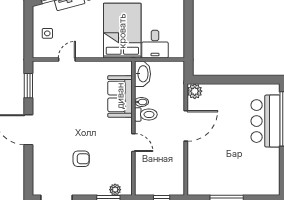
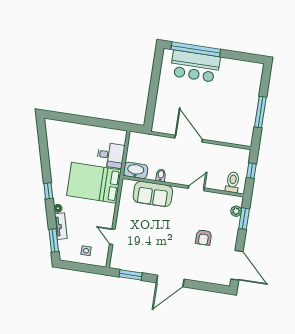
plant: (195, 91) -> (159, 126), removed
toilet: (146, 114) -> (233, 182), moved
armchair: (81, 159) -> (204, 237), turned 180

